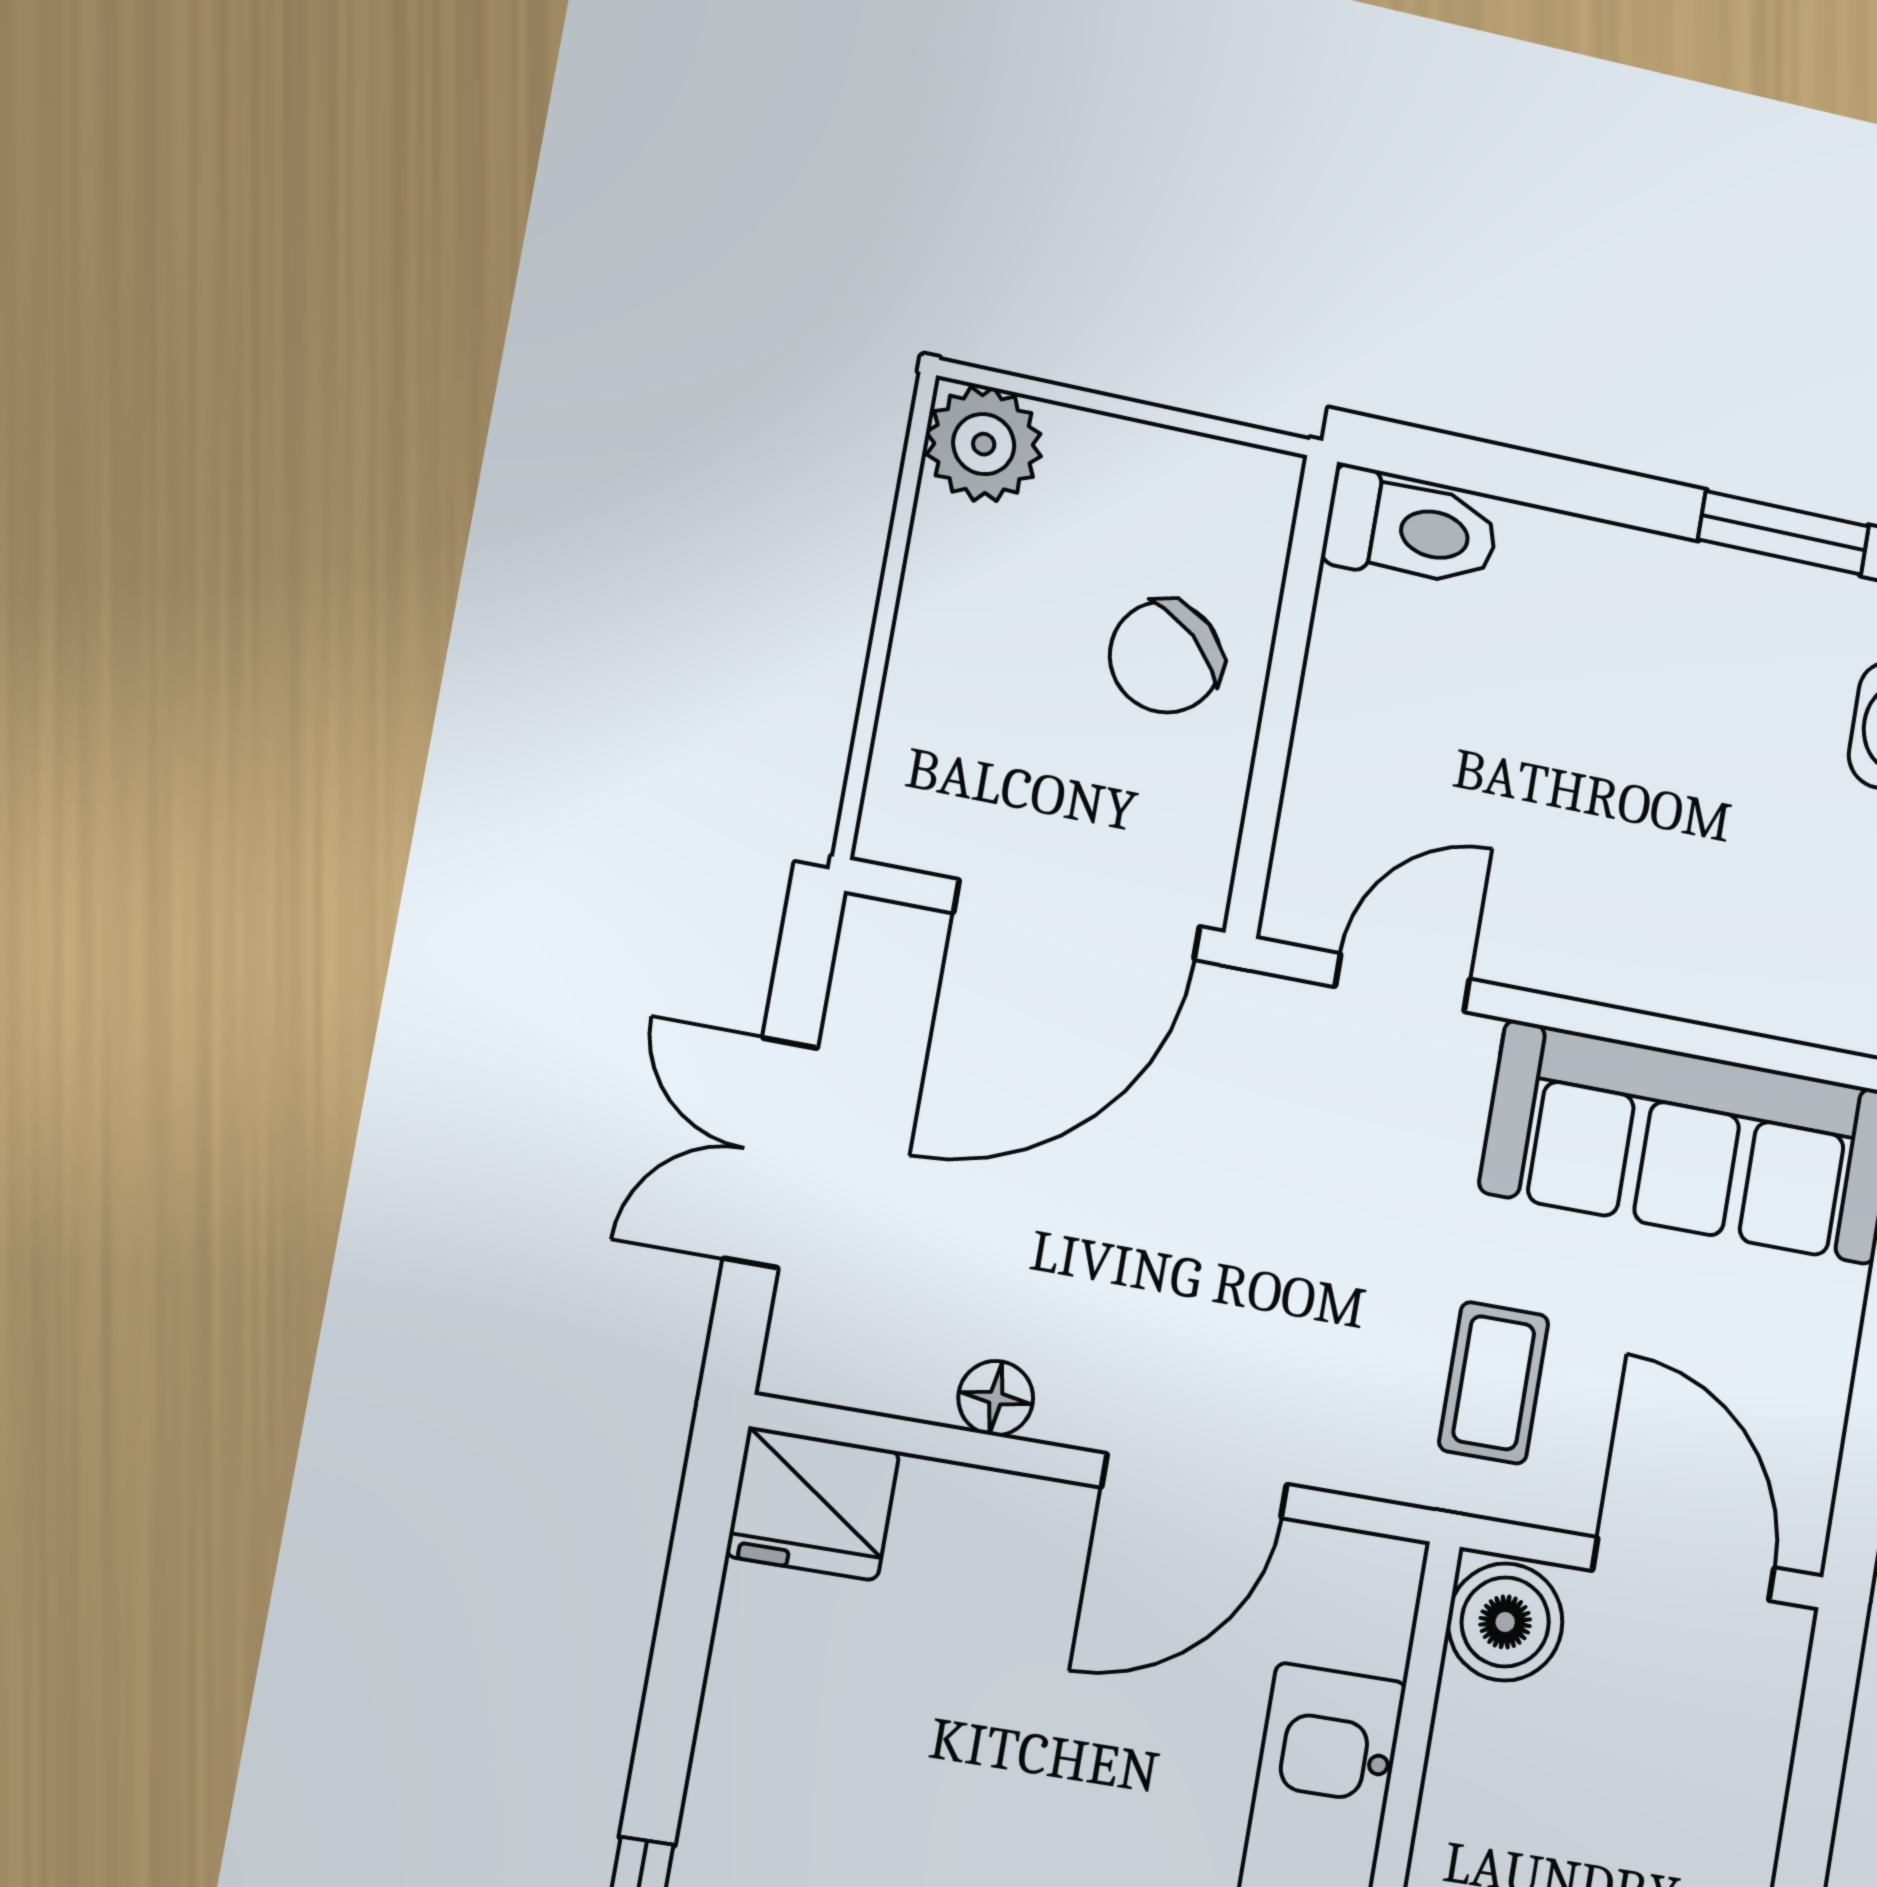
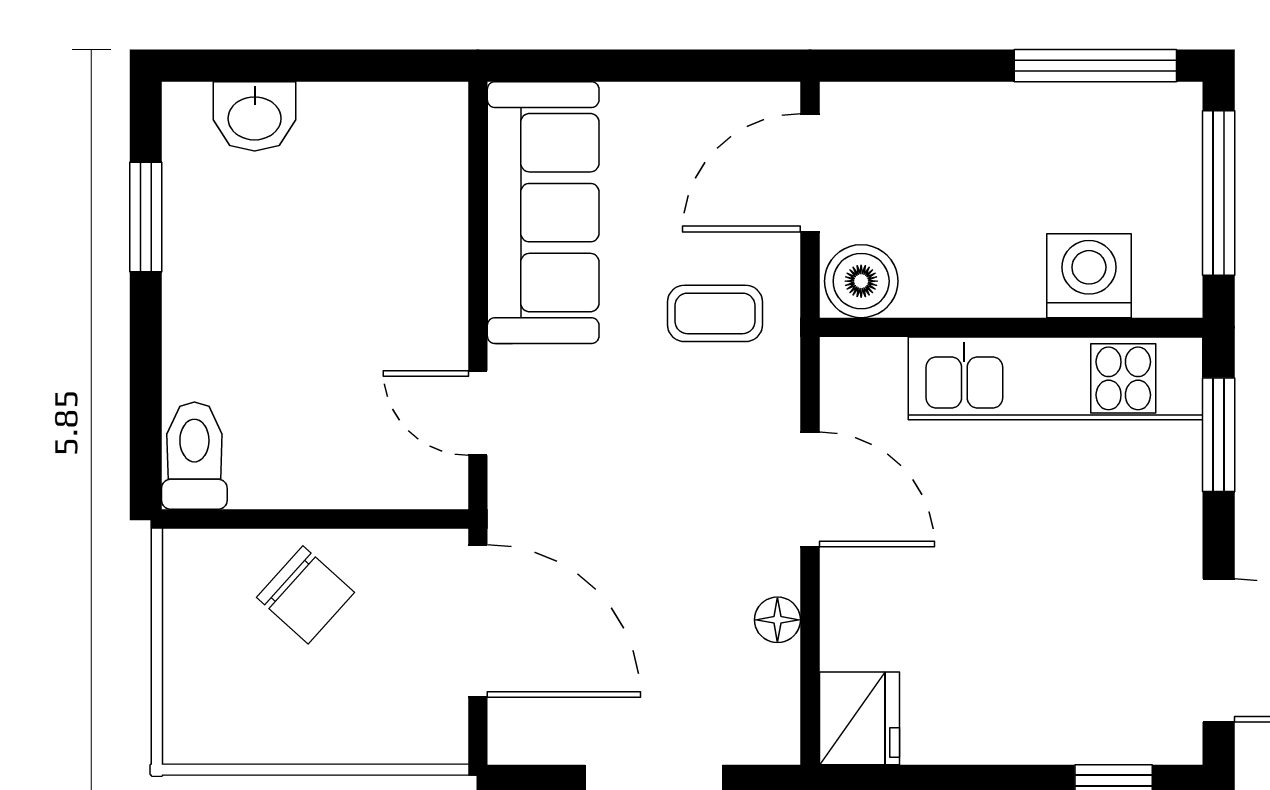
plant: (984, 444) -> (198, 729), removed

